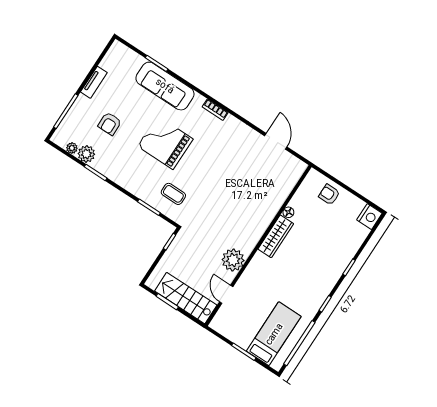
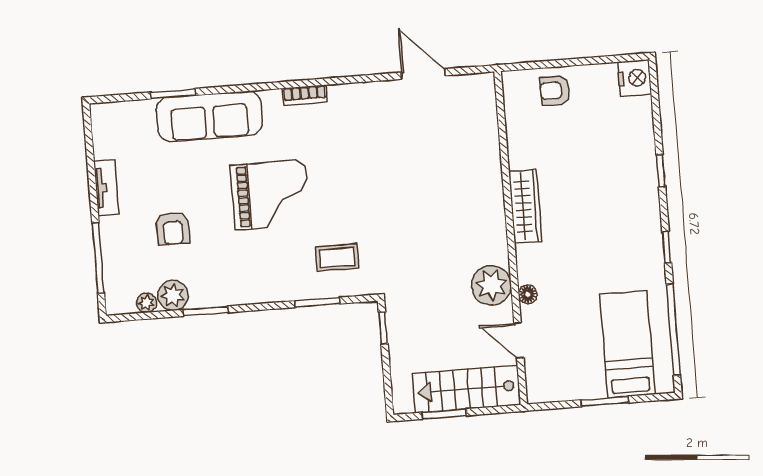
grand piano: (165, 143) -> (270, 195), turned 180
floor lamp: (288, 212) -> (528, 294), moved

